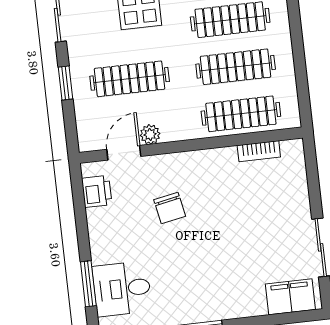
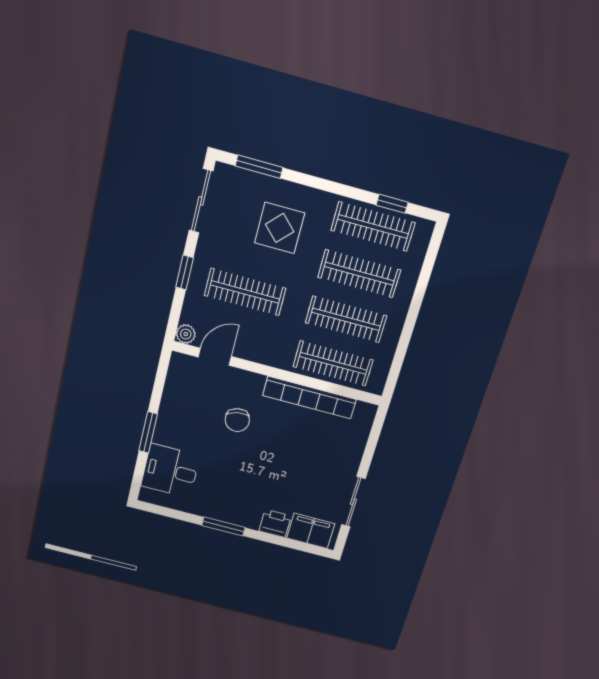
plant: (150, 134) -> (186, 334), moved
bookcase: (259, 151) -> (309, 398), width x2.31, depth x1.31
printer: (97, 191) -> (275, 523), moved, turned -90
window: (88, 284) -> (148, 432), moved

